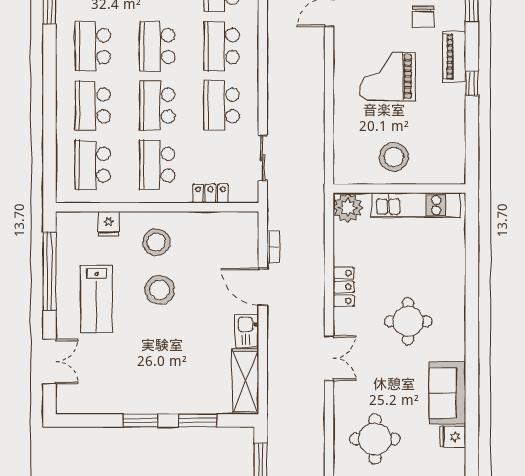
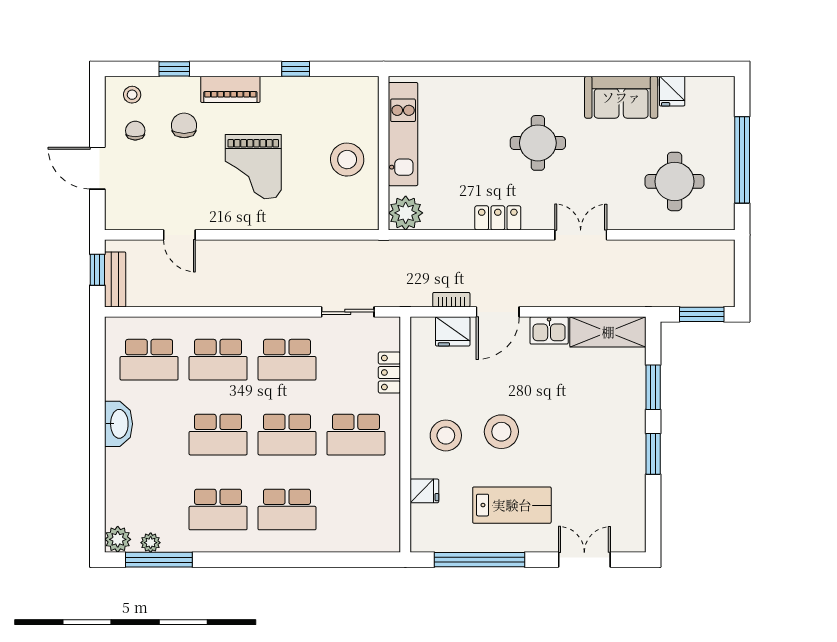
chair: (423, 17) -> (184, 125), turned -90
window: (472, 83) -> (296, 69), moved
school desk: (93, 165) -> (356, 510), removed
fridge: (246, 248) -> (453, 331), added

